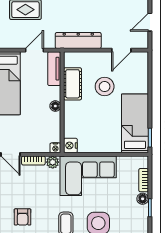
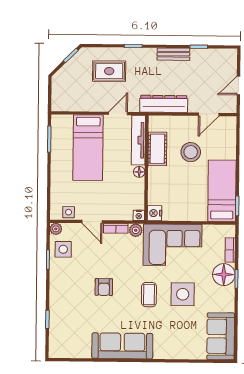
tv unit: (54, 69) -> (138, 140), width x1.41
floor lamp: (143, 199) -> (224, 275), width x1.89, depth x1.89

